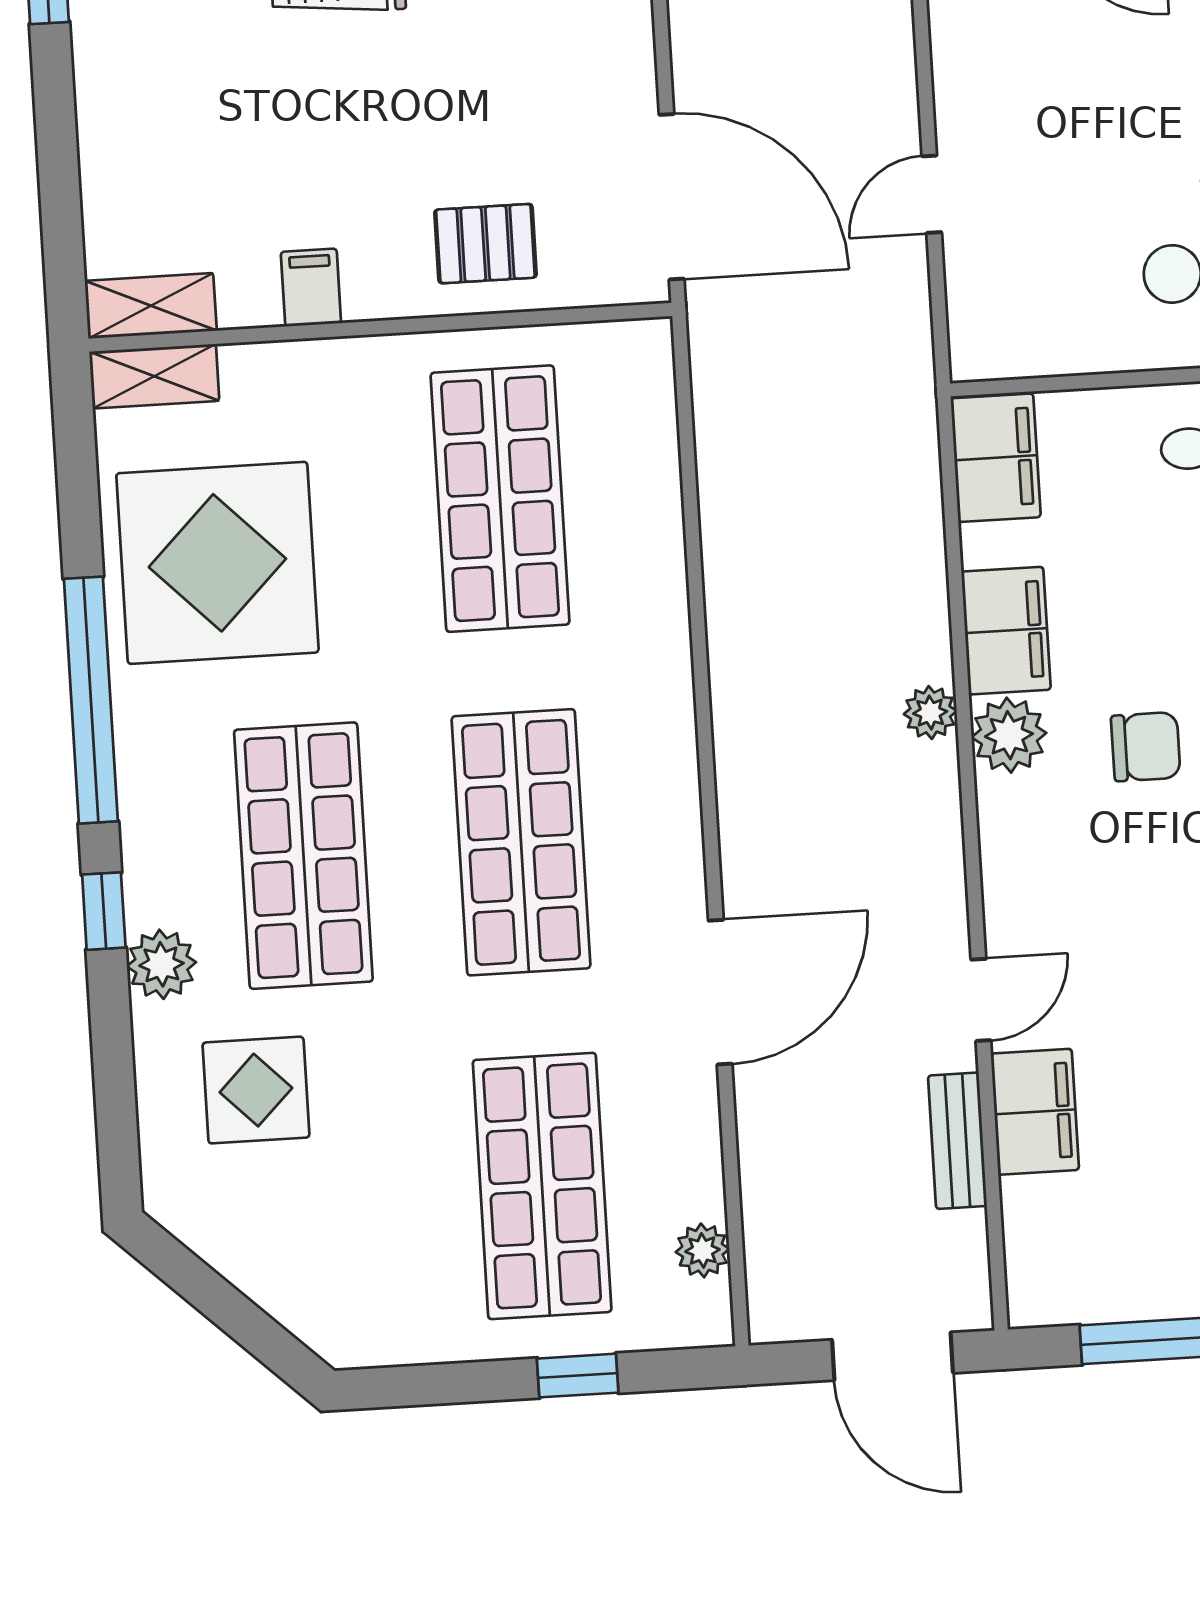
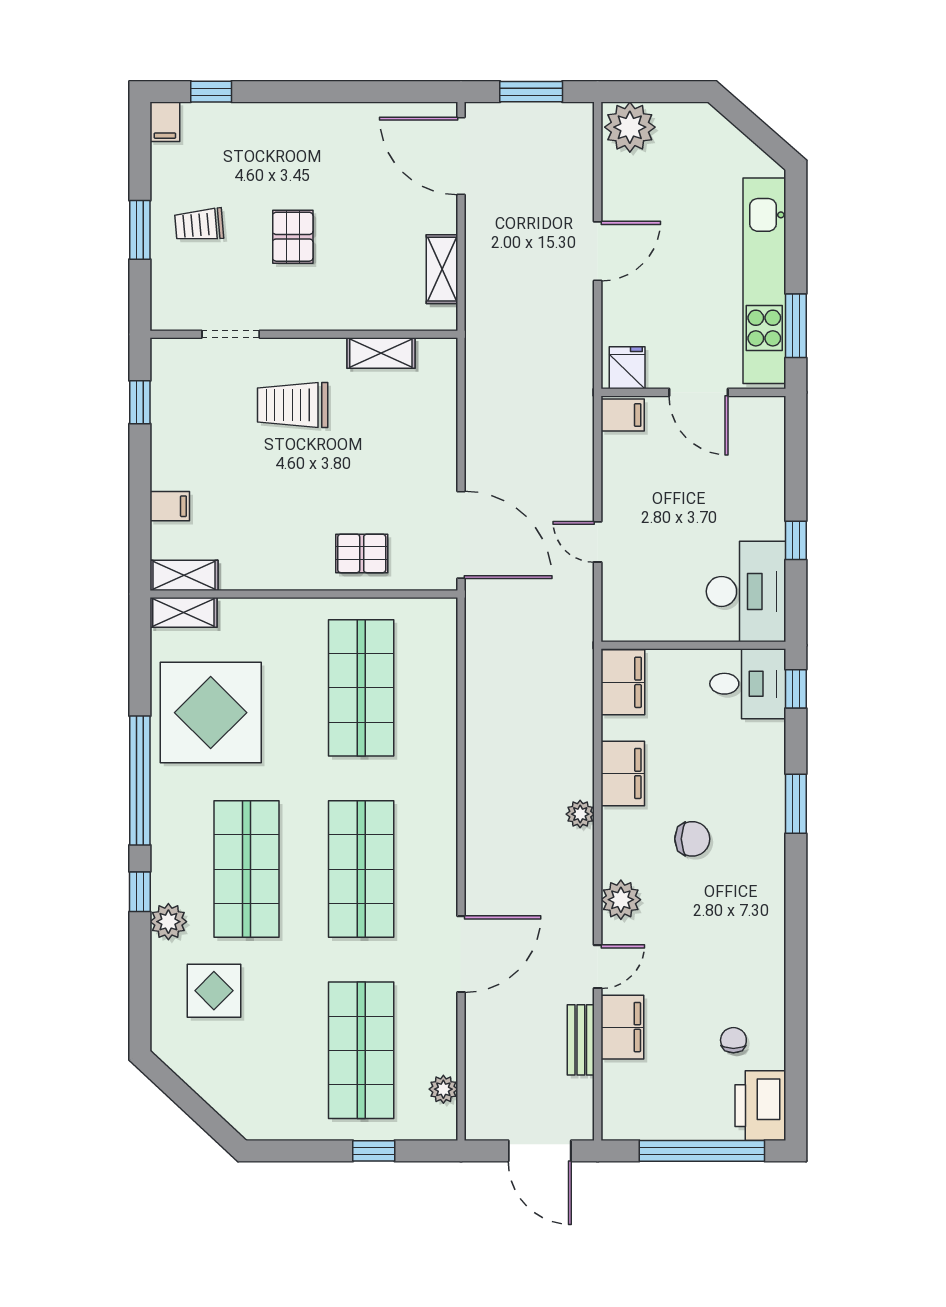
door: (932, 194) -> (598, 542), hinge flipped
filing cabinet: (311, 288) -> (170, 506), moved, turned 90
plant: (1009, 735) -> (621, 900), moved

